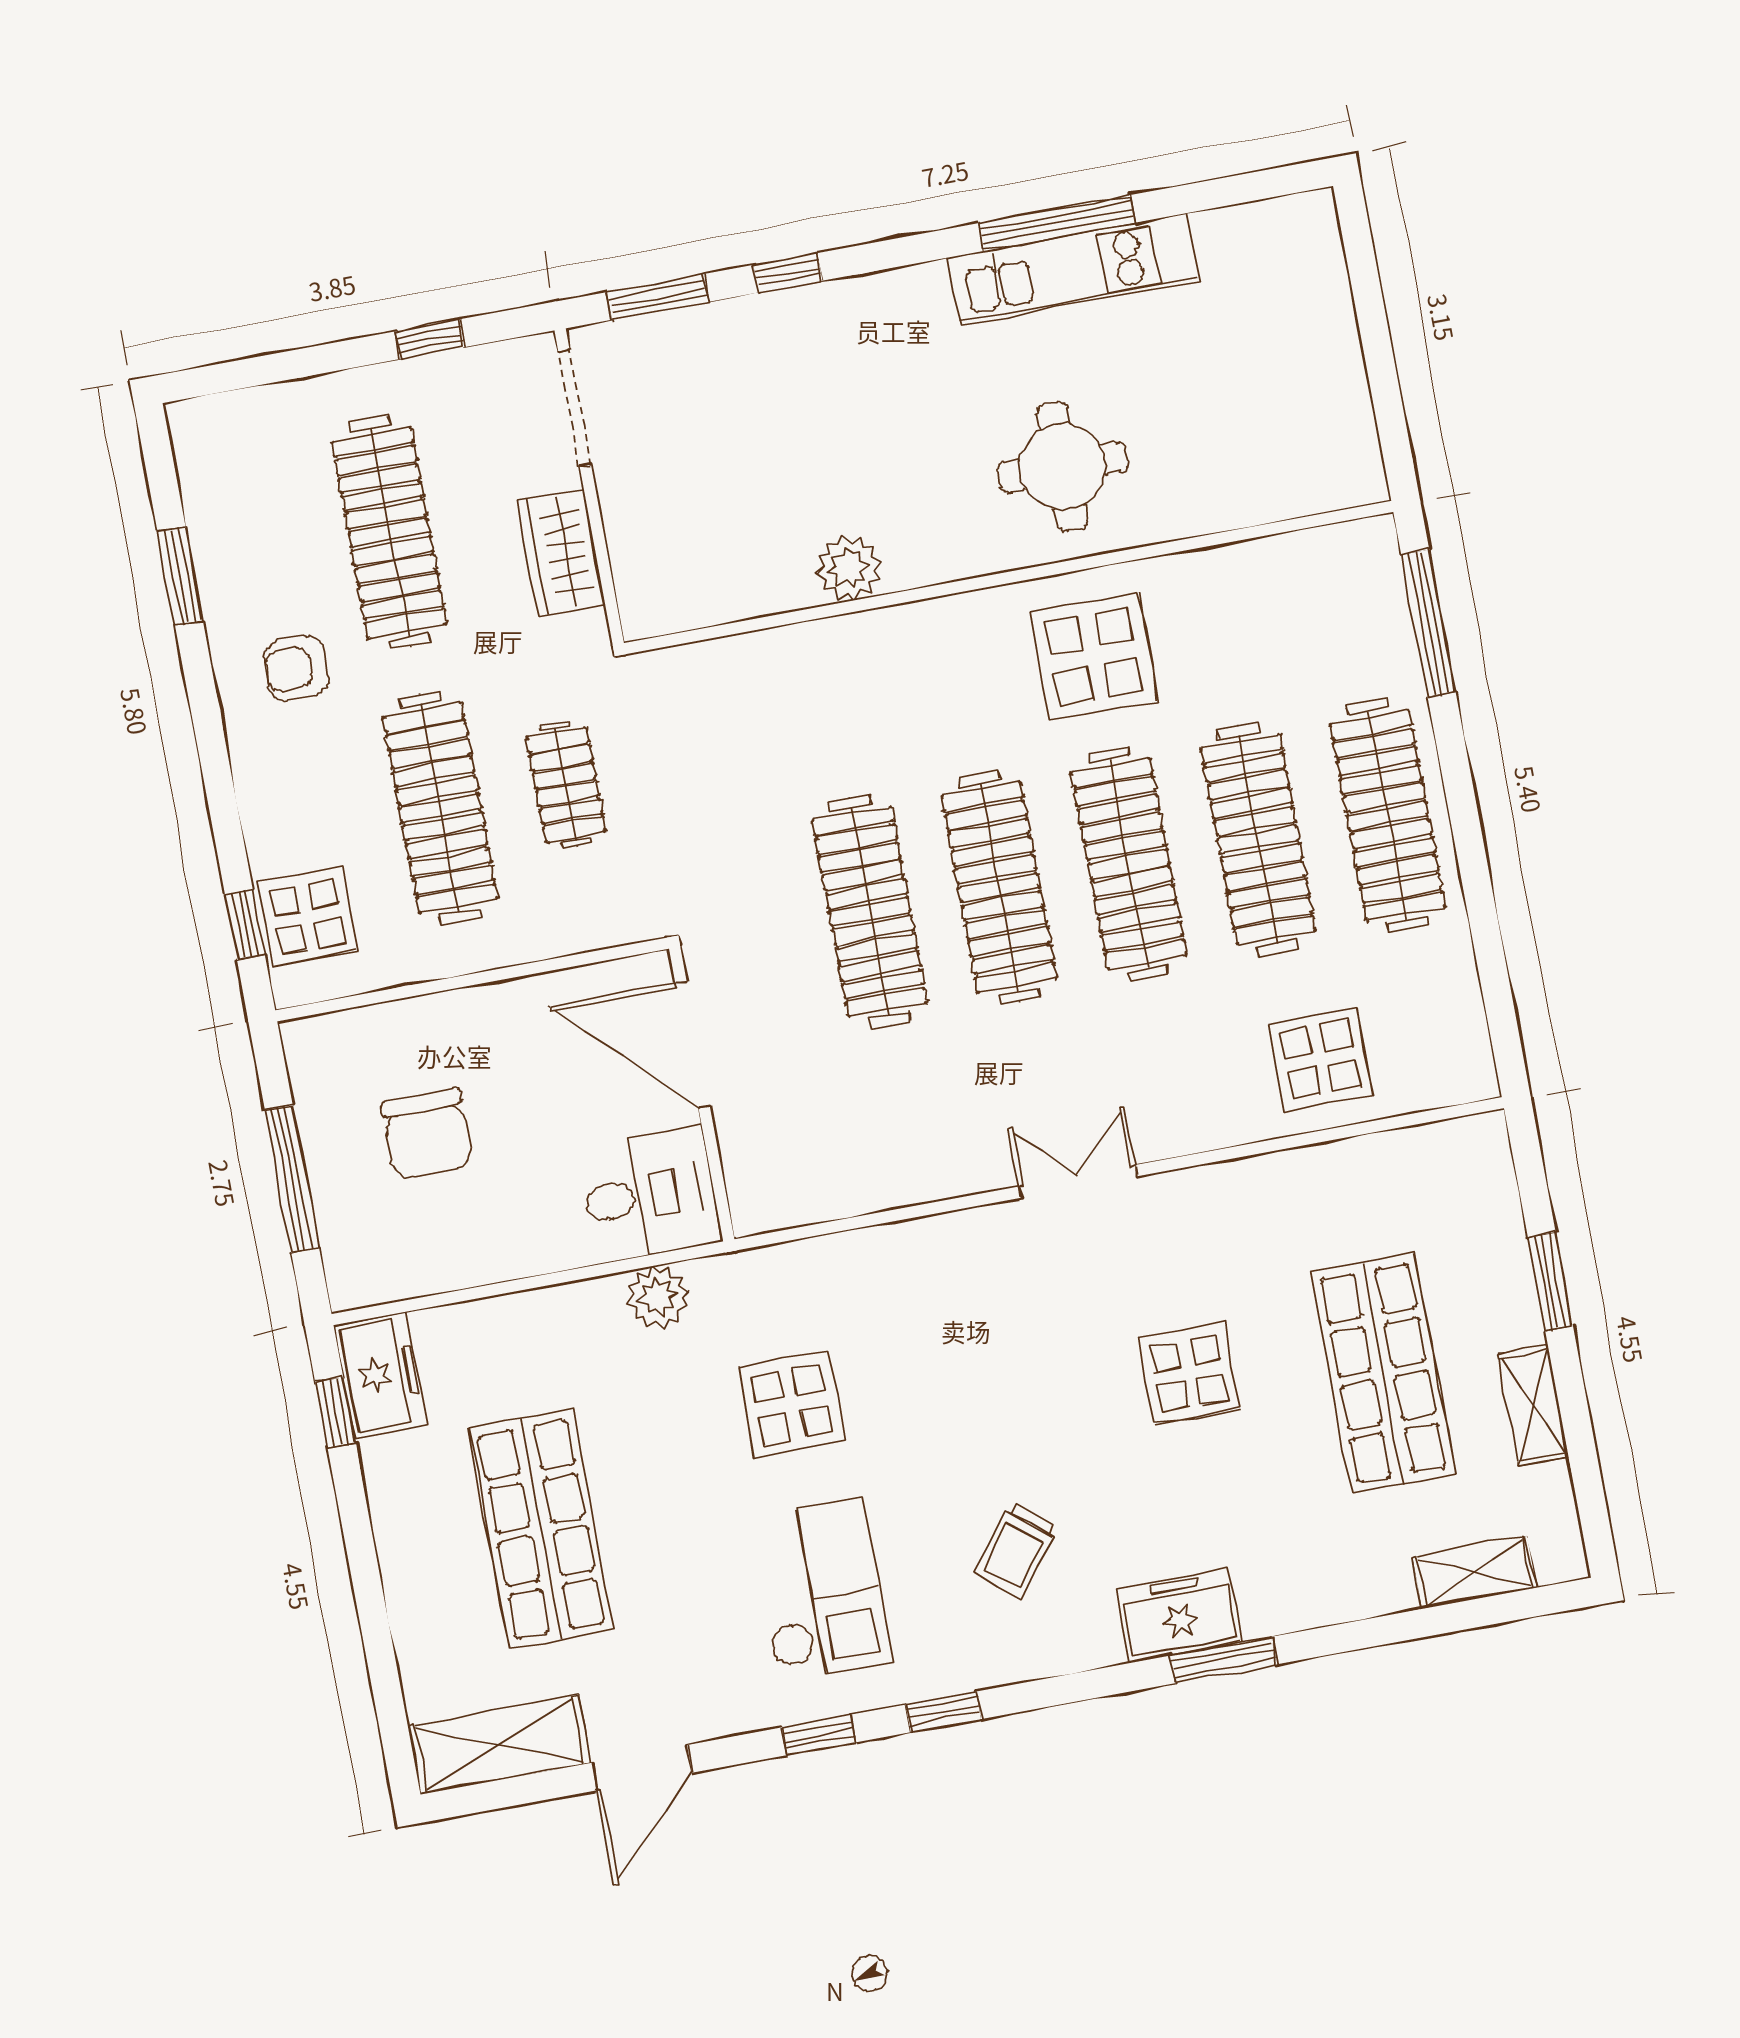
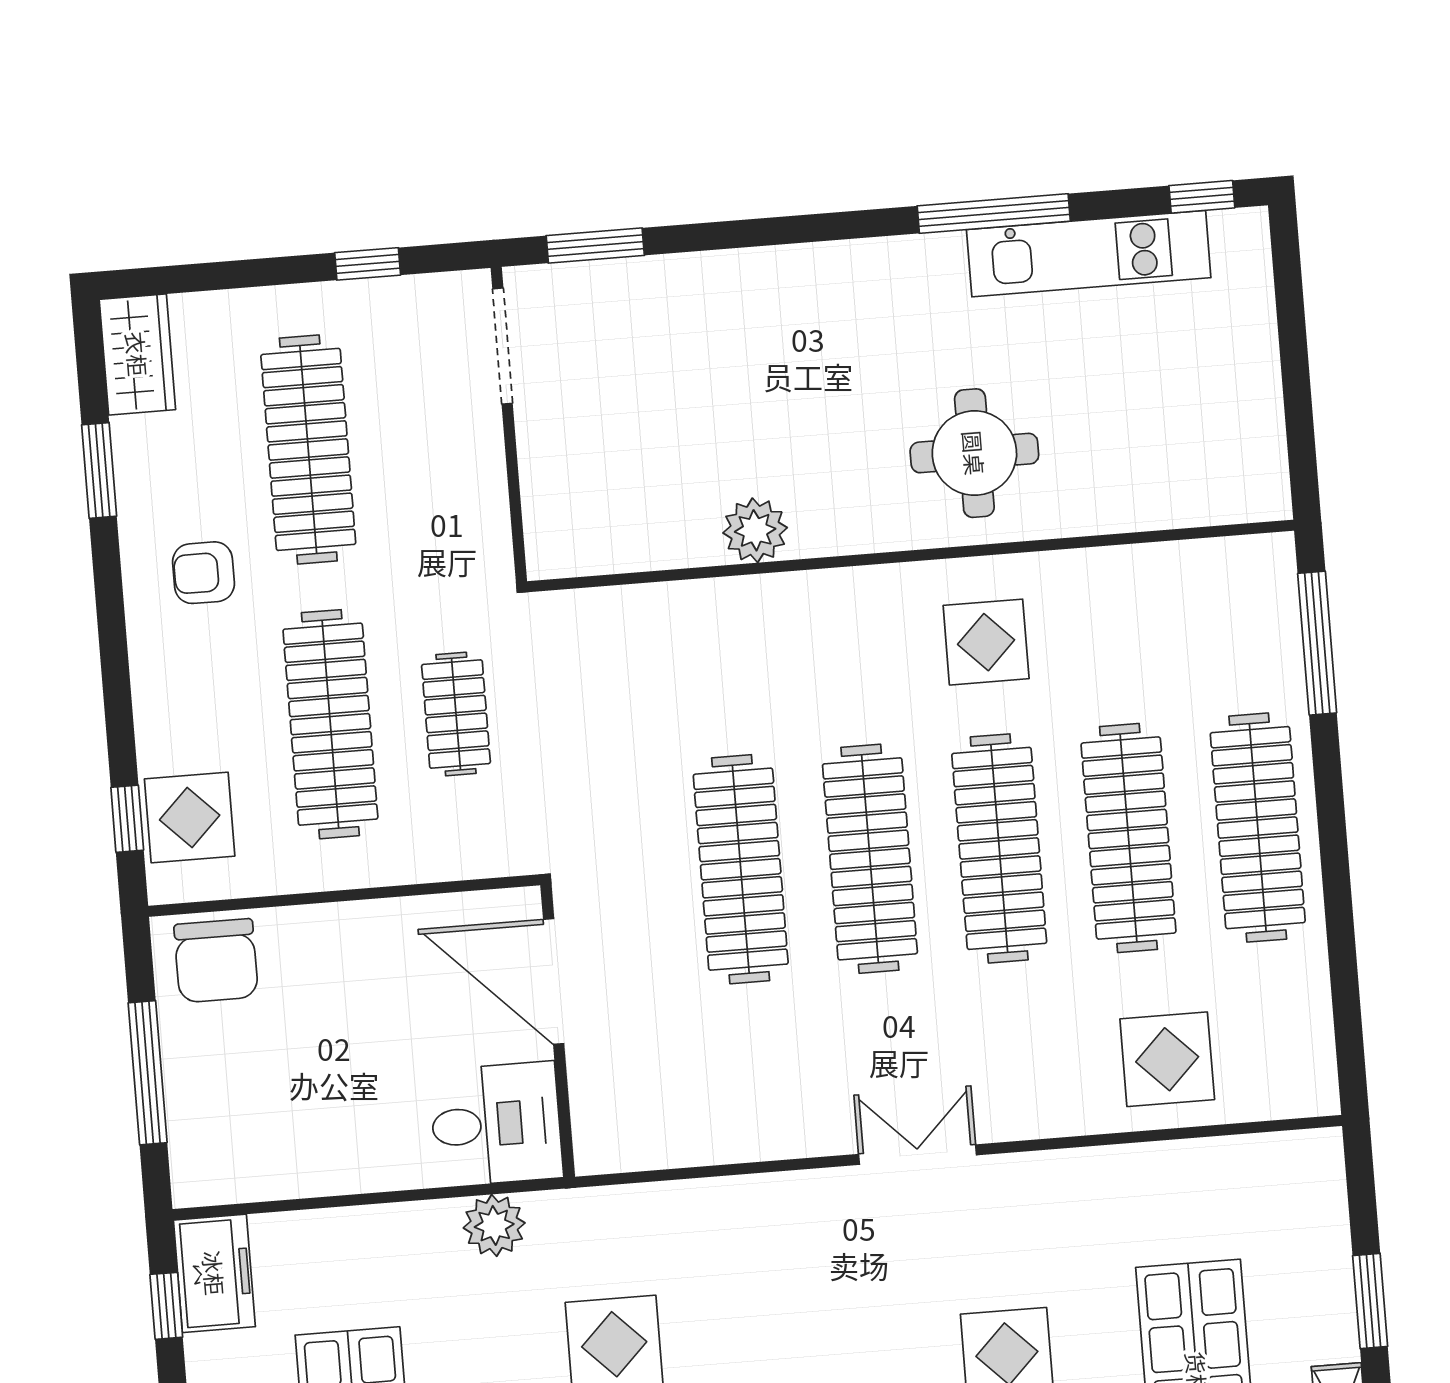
kitchen unit: (1073, 269) -> (1089, 254), moved
window: (788, 273) -> (1202, 197), moved
wardrobe: (561, 553) -> (137, 354), moved, turned 180
display table: (1094, 657) -> (986, 642), width x0.73, depth x0.73
chair: (427, 1134) -> (216, 961), moved

